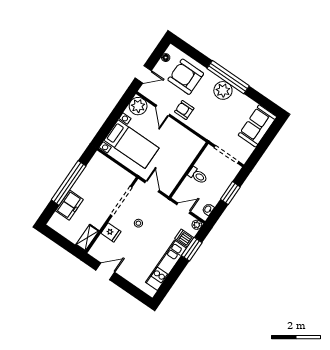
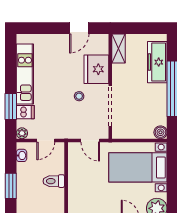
boiler: (98, 158) -> (160, 132), added
freezer: (69, 205) -> (157, 62), width x1.40
fridge: (111, 232) -> (96, 69), width x1.88, depth x1.34

